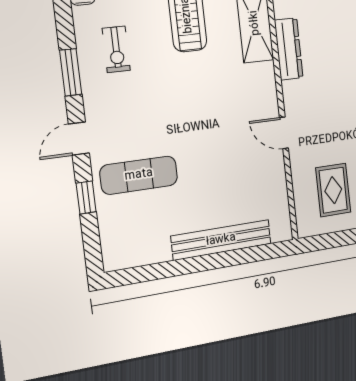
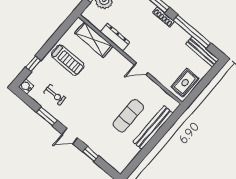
door: (79, 139) -> (70, 136), hinge flipped
exercise mat: (139, 175) -> (128, 116), moved
rug: (333, 190) -> (185, 83), moved, turned 90

